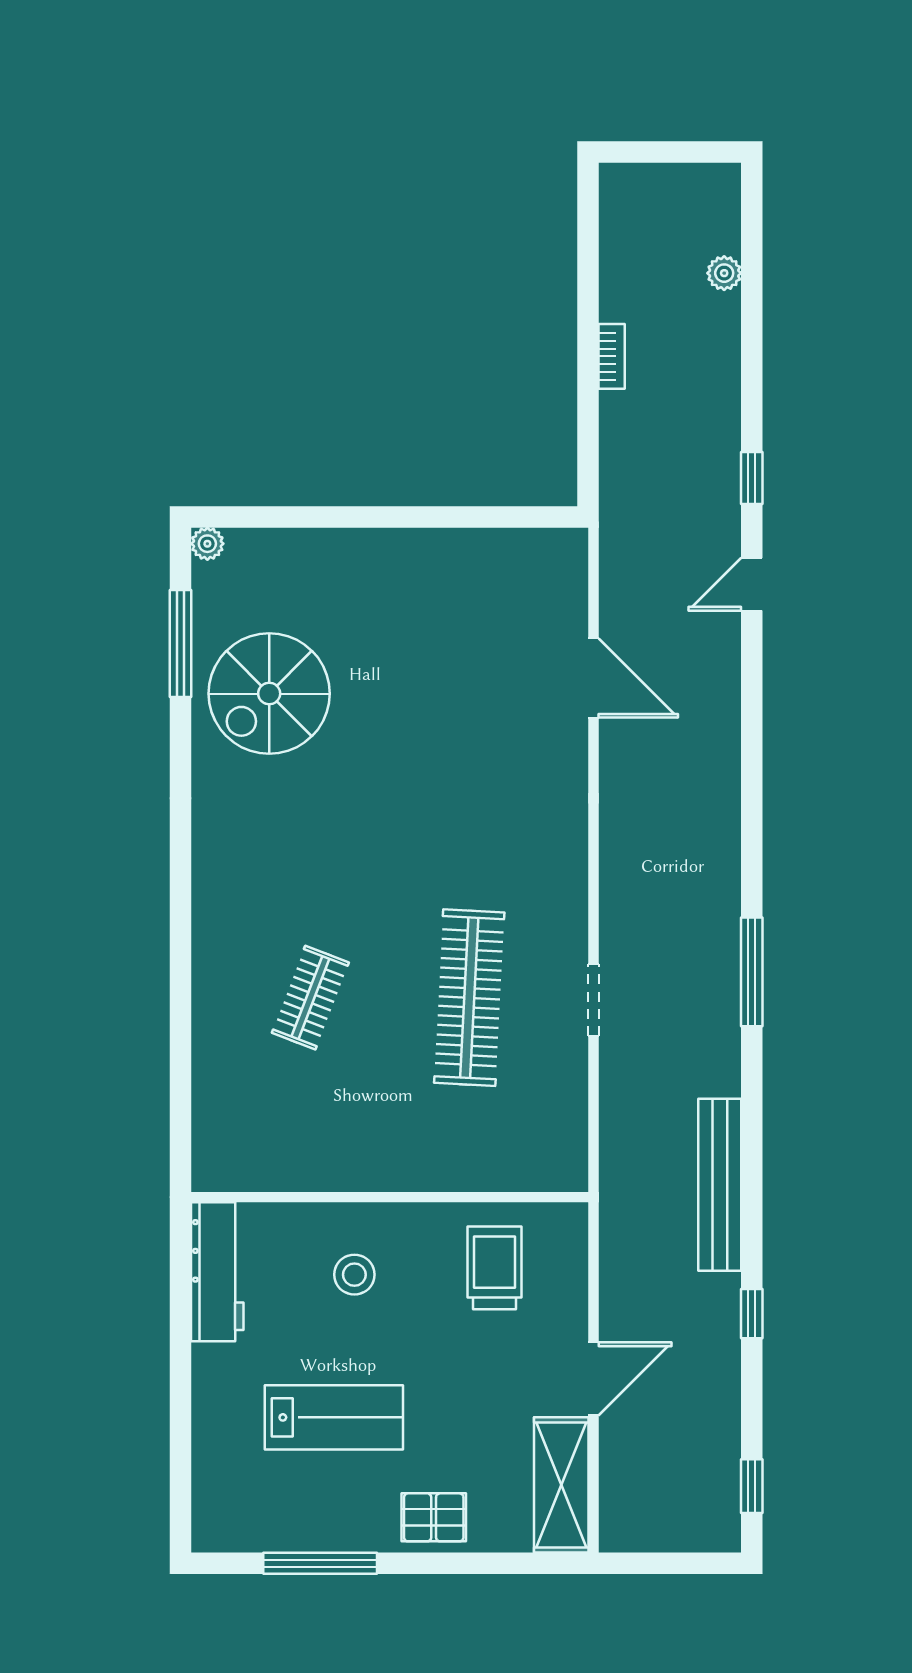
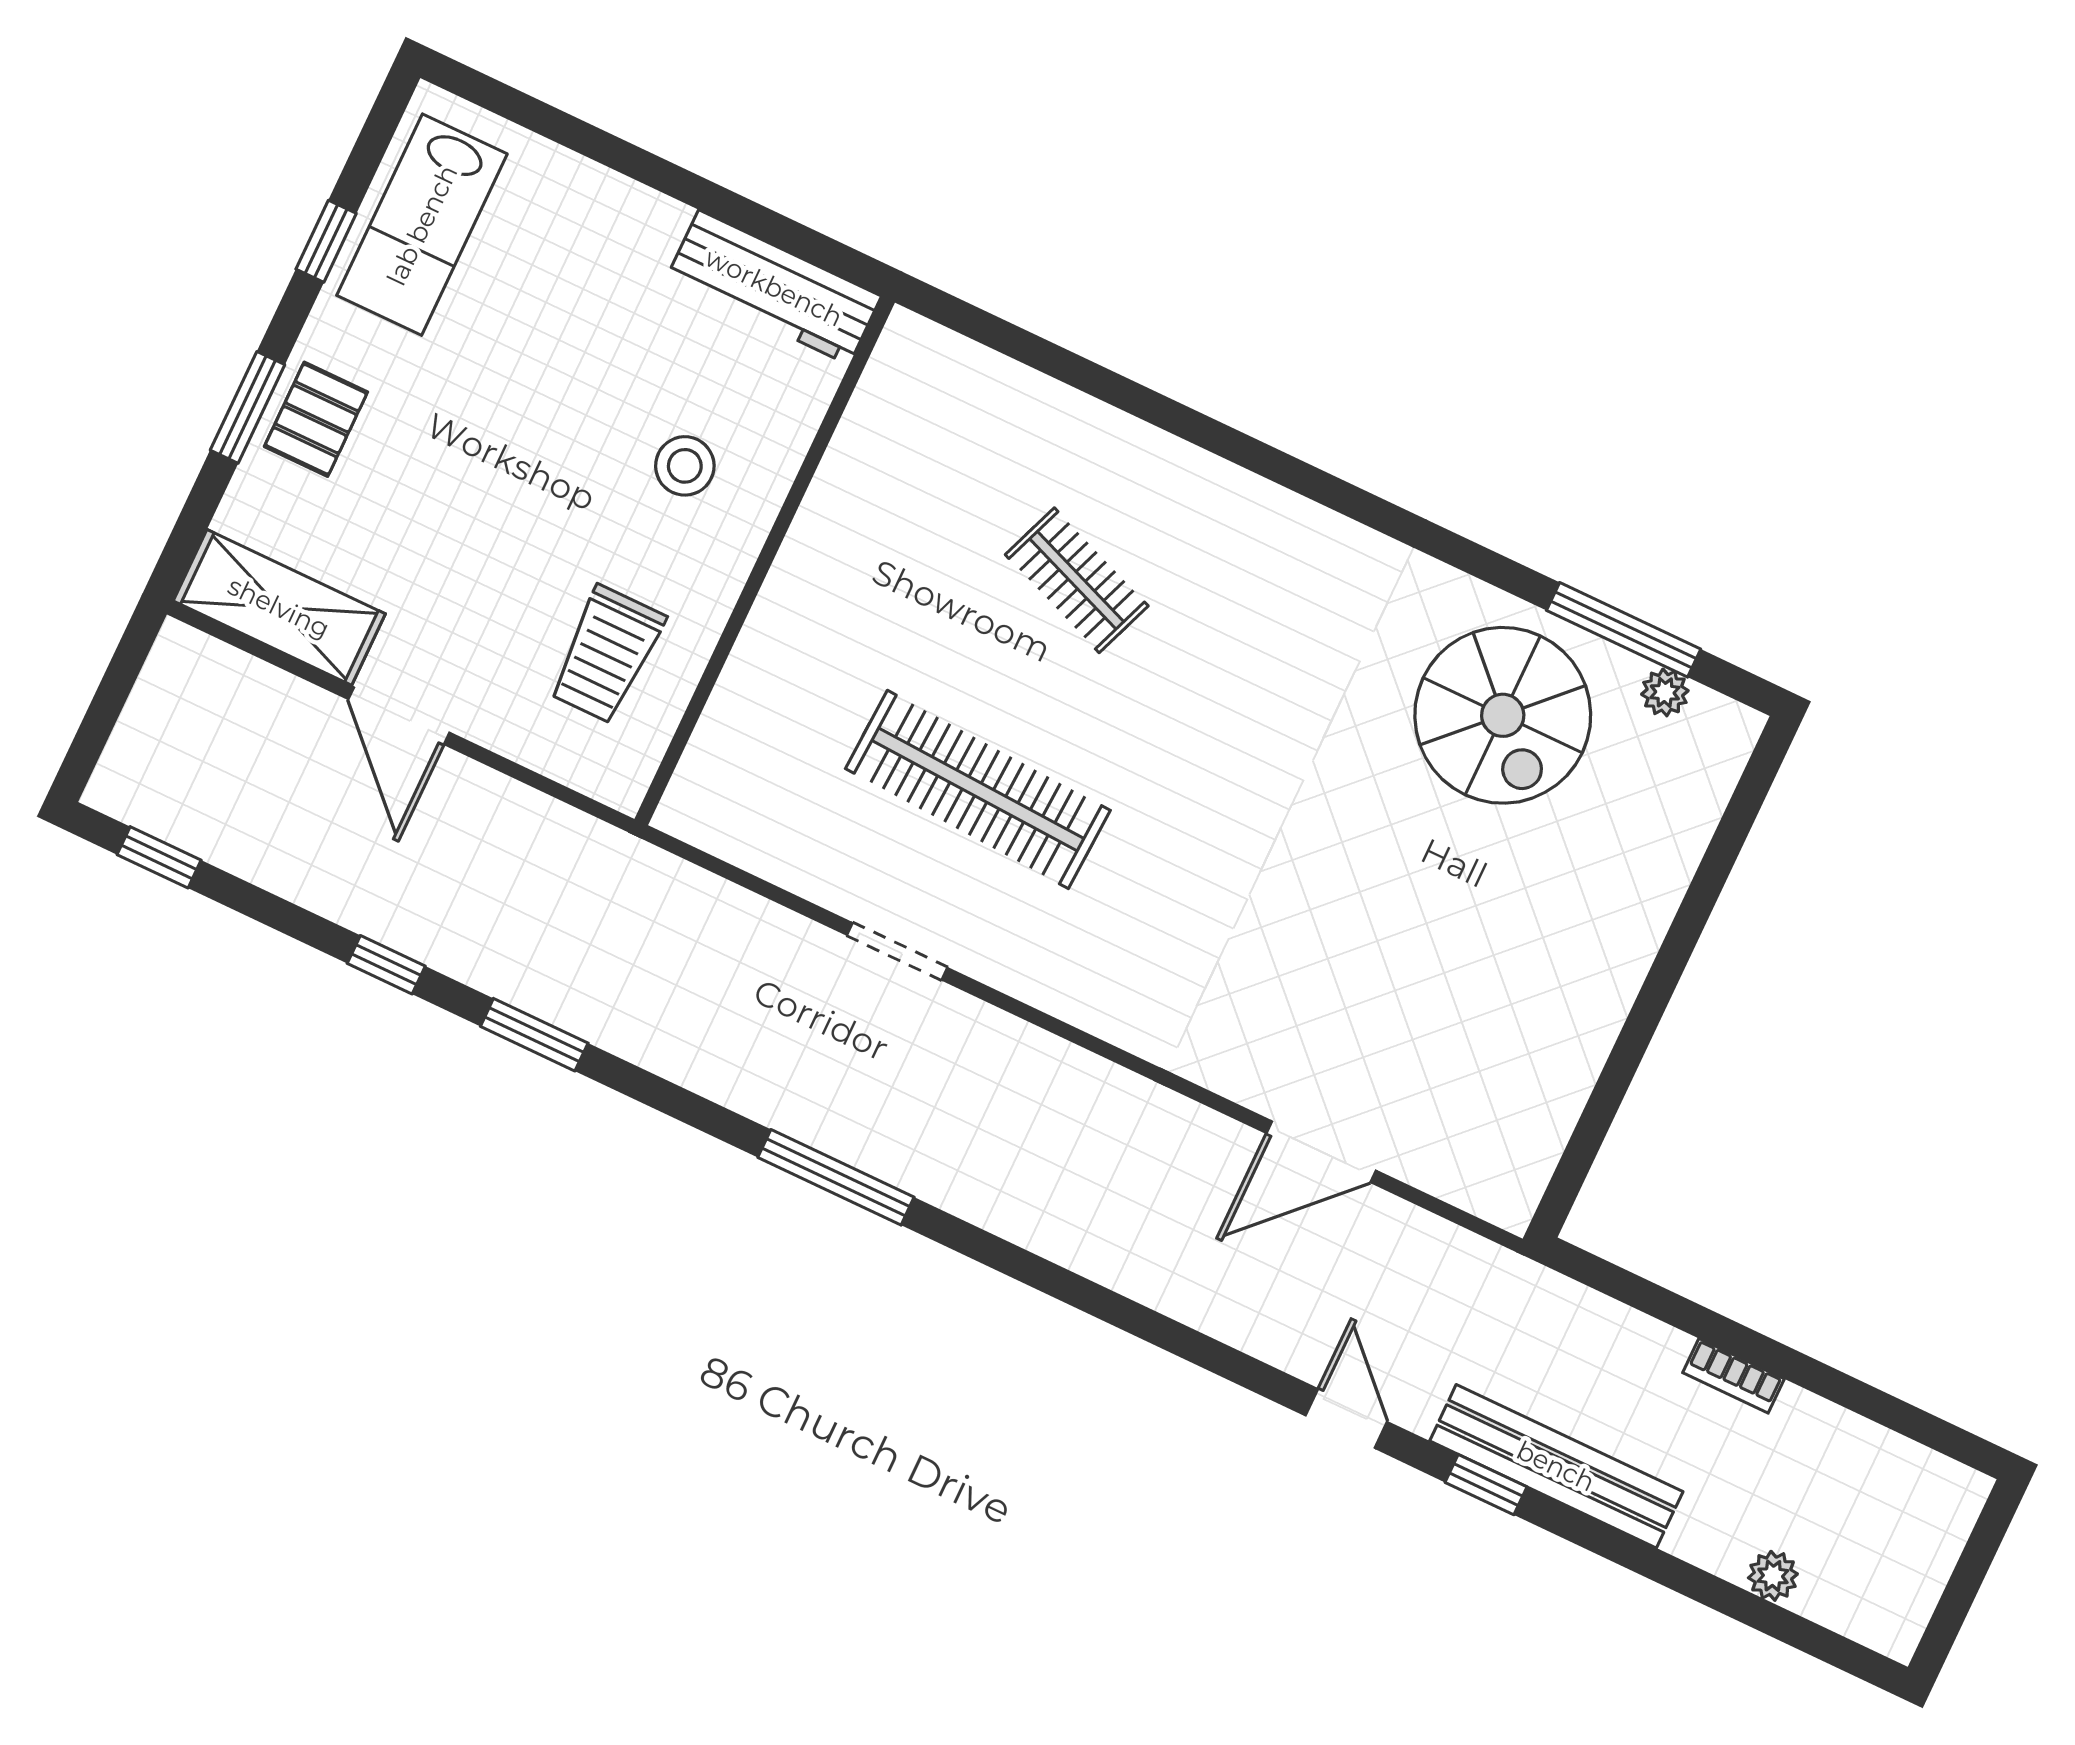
plant: (207, 544) -> (1665, 692), moved
spiral stairs: (269, 694) -> (1503, 715), turned 180
bench: (720, 1185) -> (1556, 1466), moved
window: (752, 1201) -> (534, 1035), added
trolley: (494, 1268) -> (607, 654), turned 90
lab bench: (334, 1417) -> (422, 225), moved
window: (320, 1563) -> (326, 241), width x0.46
window: (446, 1563) -> (248, 407), added

